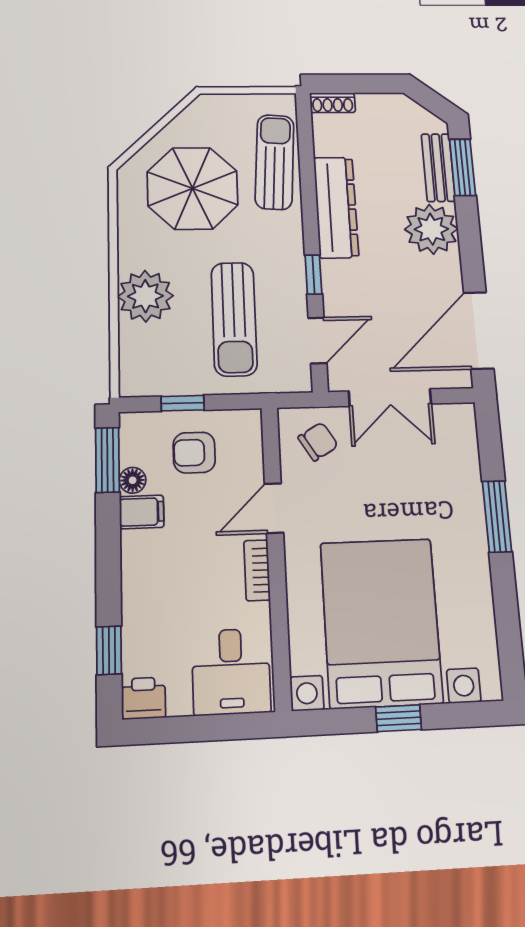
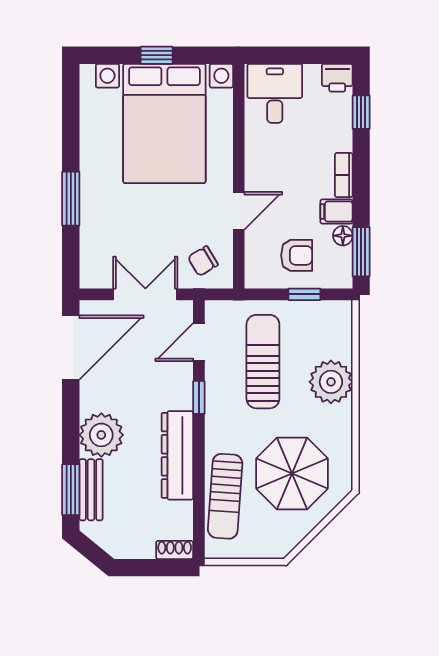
bookcase: (257, 570) -> (344, 175), moved, turned 180

